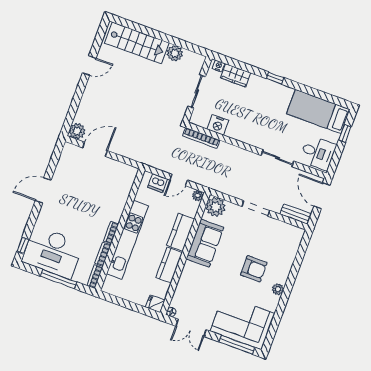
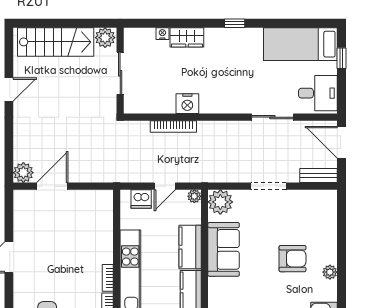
wall: (197, 89) -> (120, 71), moved
sliding door: (197, 91) -> (120, 73), moved

